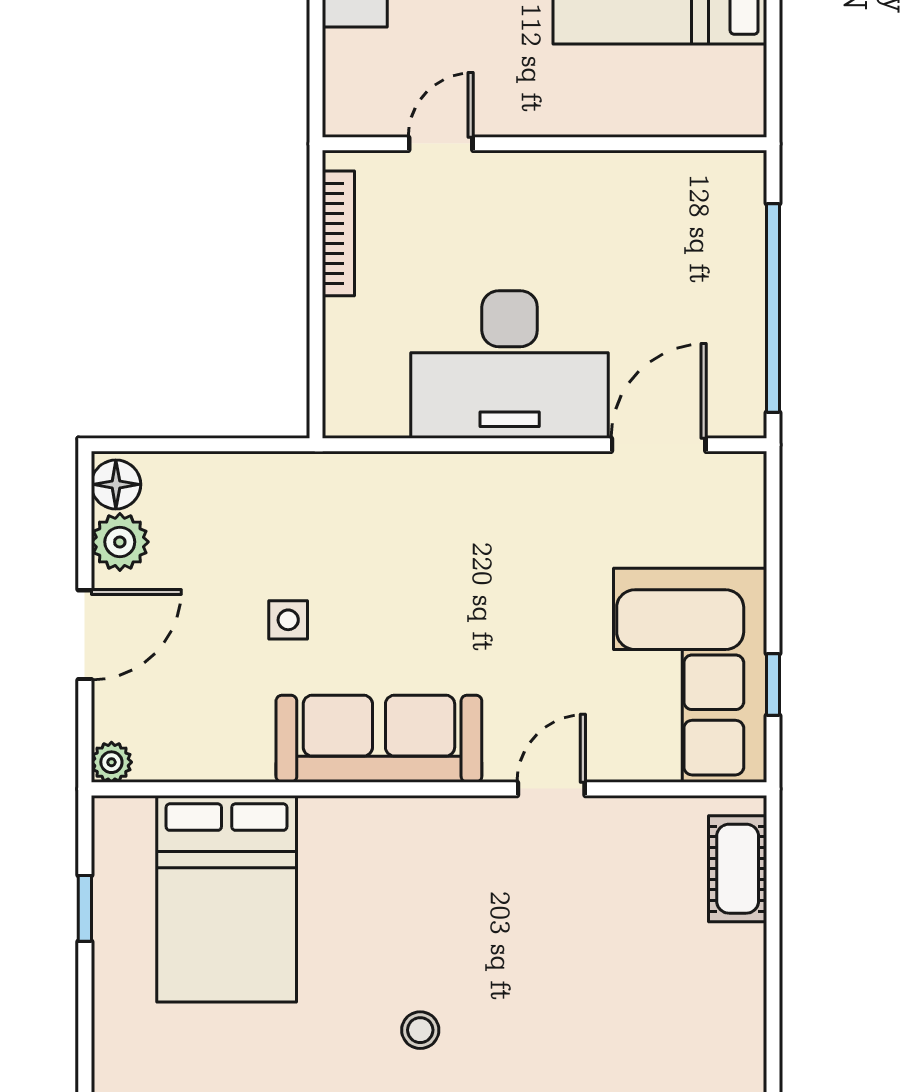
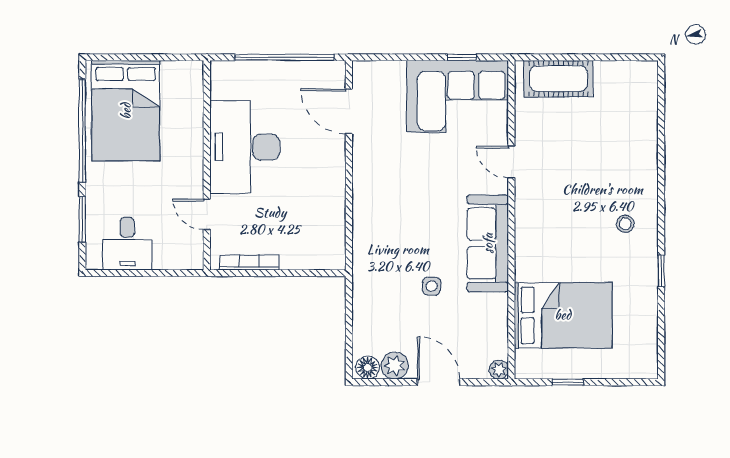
desk: (510, 365) -> (245, 147), moved, turned 180
cot: (738, 869) -> (558, 79), width x1.37, depth x1.34

